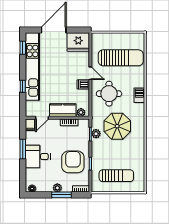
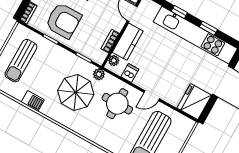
window: (23, 48) -> (208, 28), moved
dishwasher: (83, 84) -> (130, 73), moved
barbecue: (139, 95) -> (33, 101), moved
plant: (96, 134) -> (99, 74), moved

